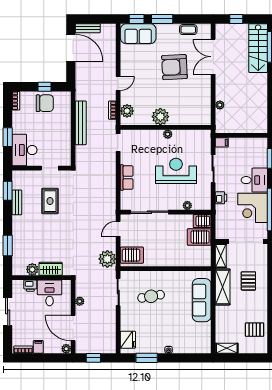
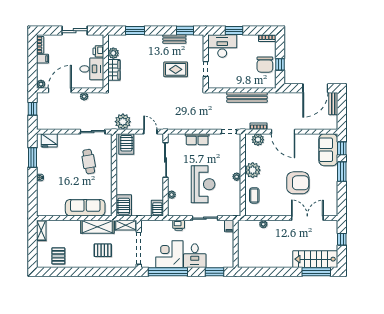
coffee table: (188, 30) -> (254, 195), moved
armchair: (174, 67) -> (298, 183), turned 93
door: (118, 83) -> (283, 132), width x1.87
server rack: (199, 237) -> (124, 205), moved

